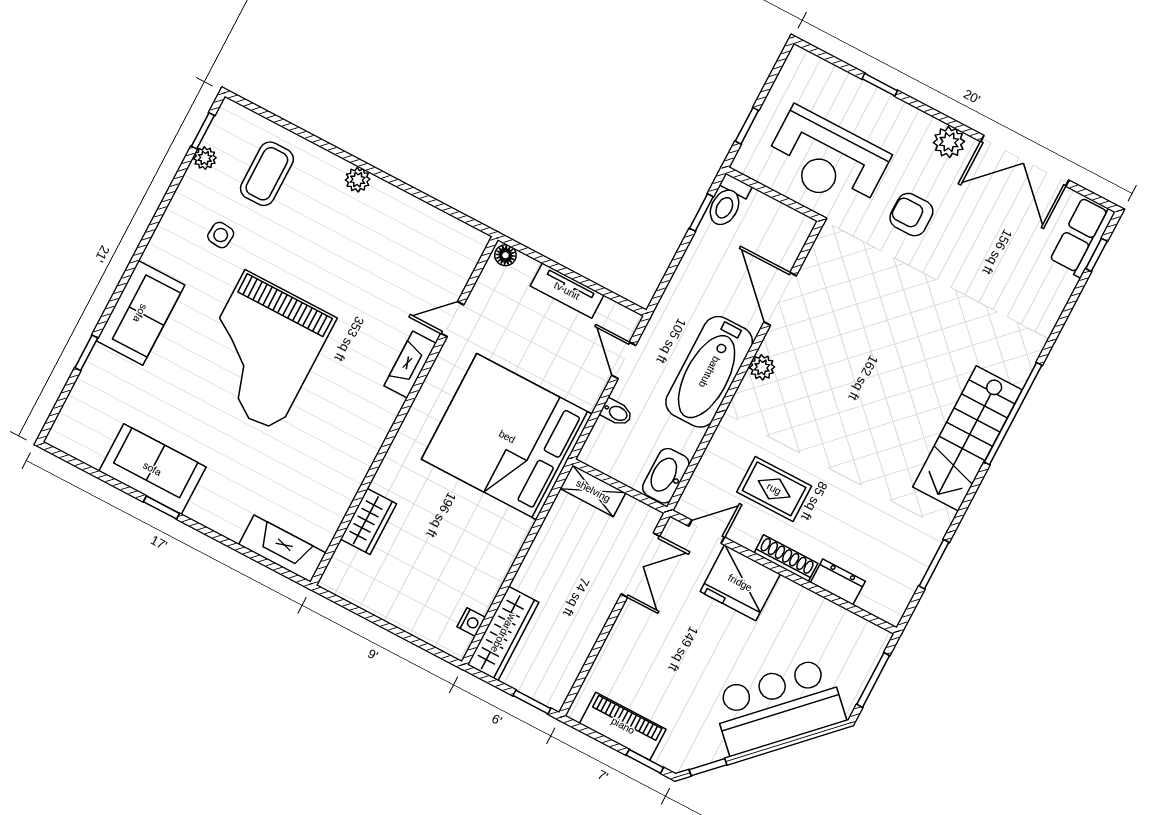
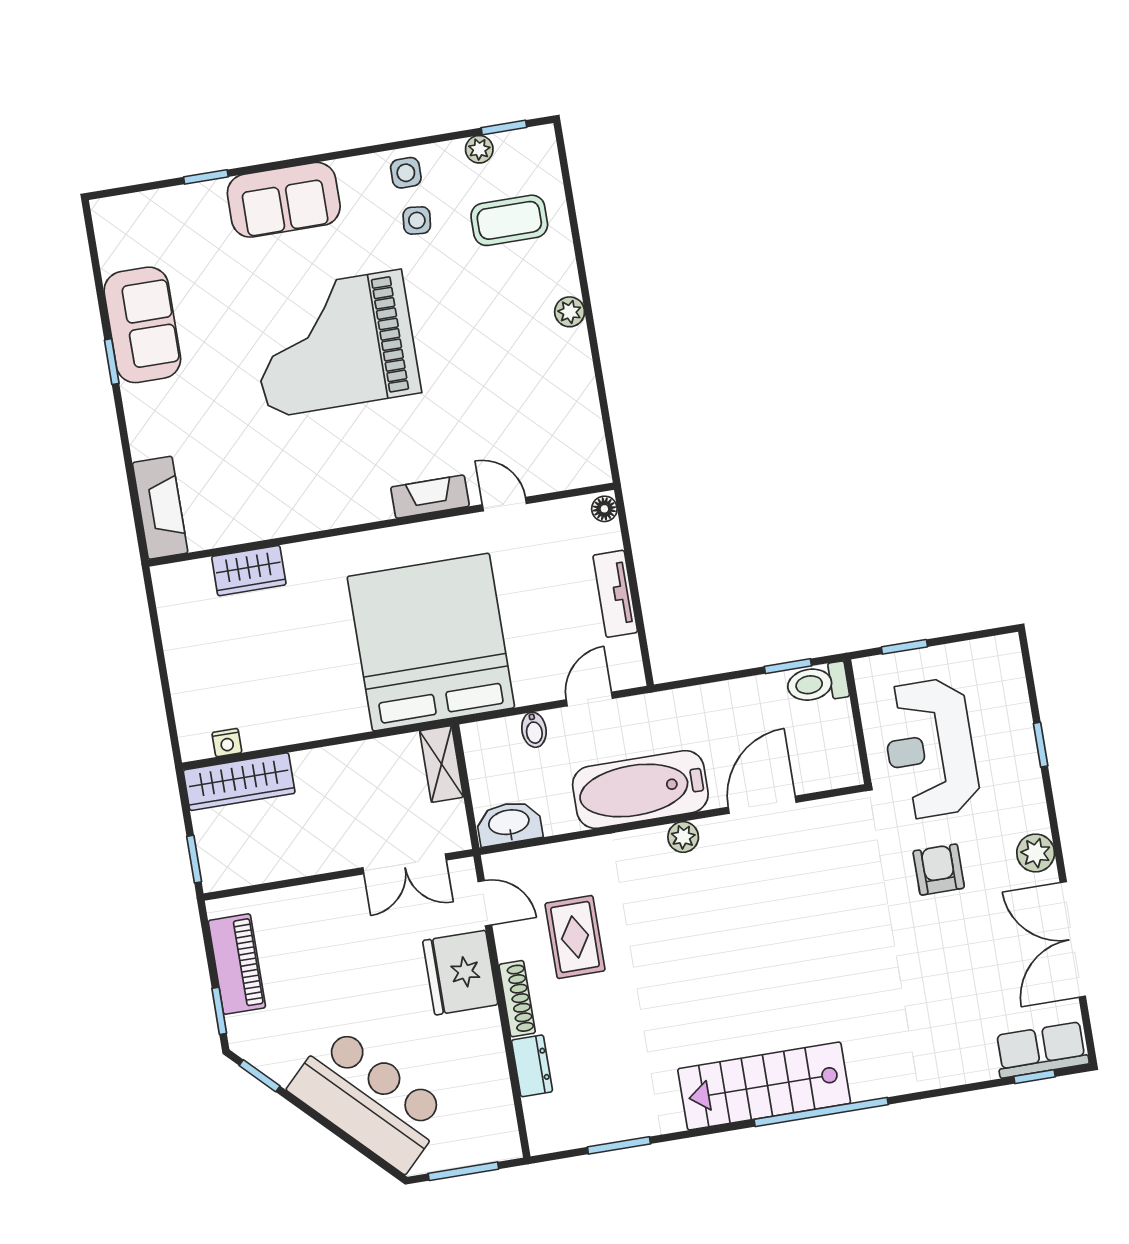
side table: (184, 218) -> (406, 173), added

